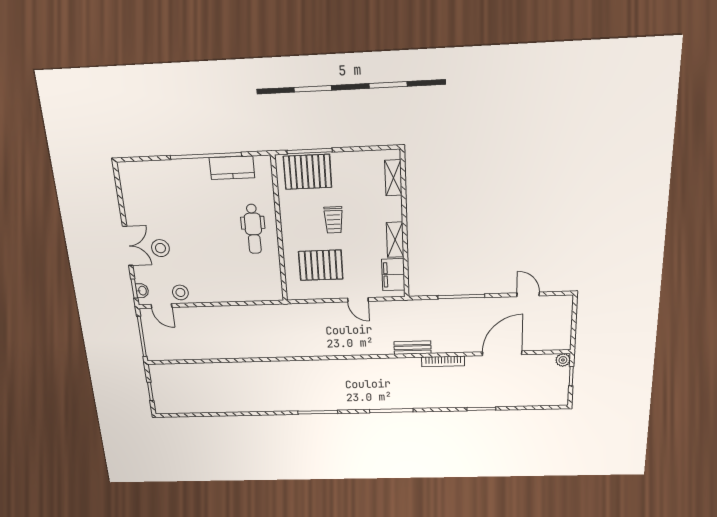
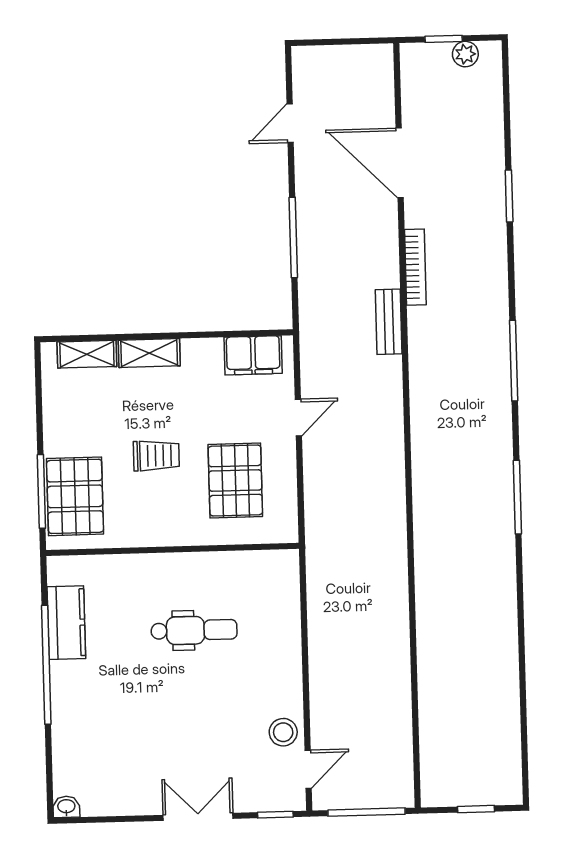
dental chair: (253, 229) -> (194, 630), moved
shelving: (395, 240) -> (149, 353), moved
stool: (160, 248) -> (202, 759), removed
washbasin: (142, 291) -> (66, 807), moved
plant: (563, 360) -> (465, 54), moved

